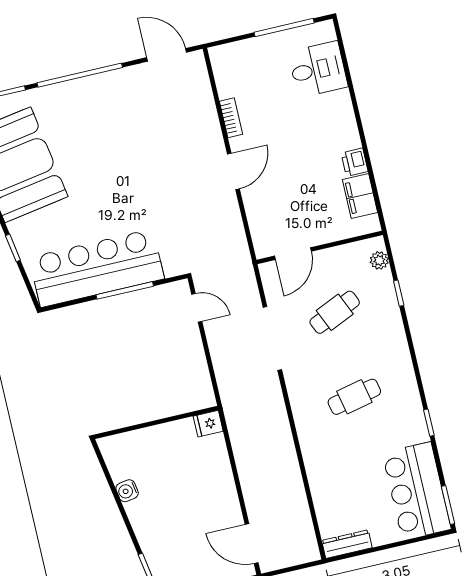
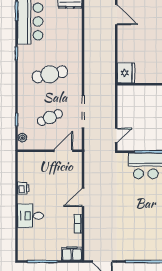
desk: (318, 69) -> (31, 216), moved
filing cabinet: (360, 196) -> (72, 254), moved, turned -90
door: (197, 308) -> (116, 135), swing flipped
cafe table: (354, 397) -> (50, 74), width x1.37, depth x1.35
fridge: (208, 424) -> (126, 73), width x1.88, depth x1.34

